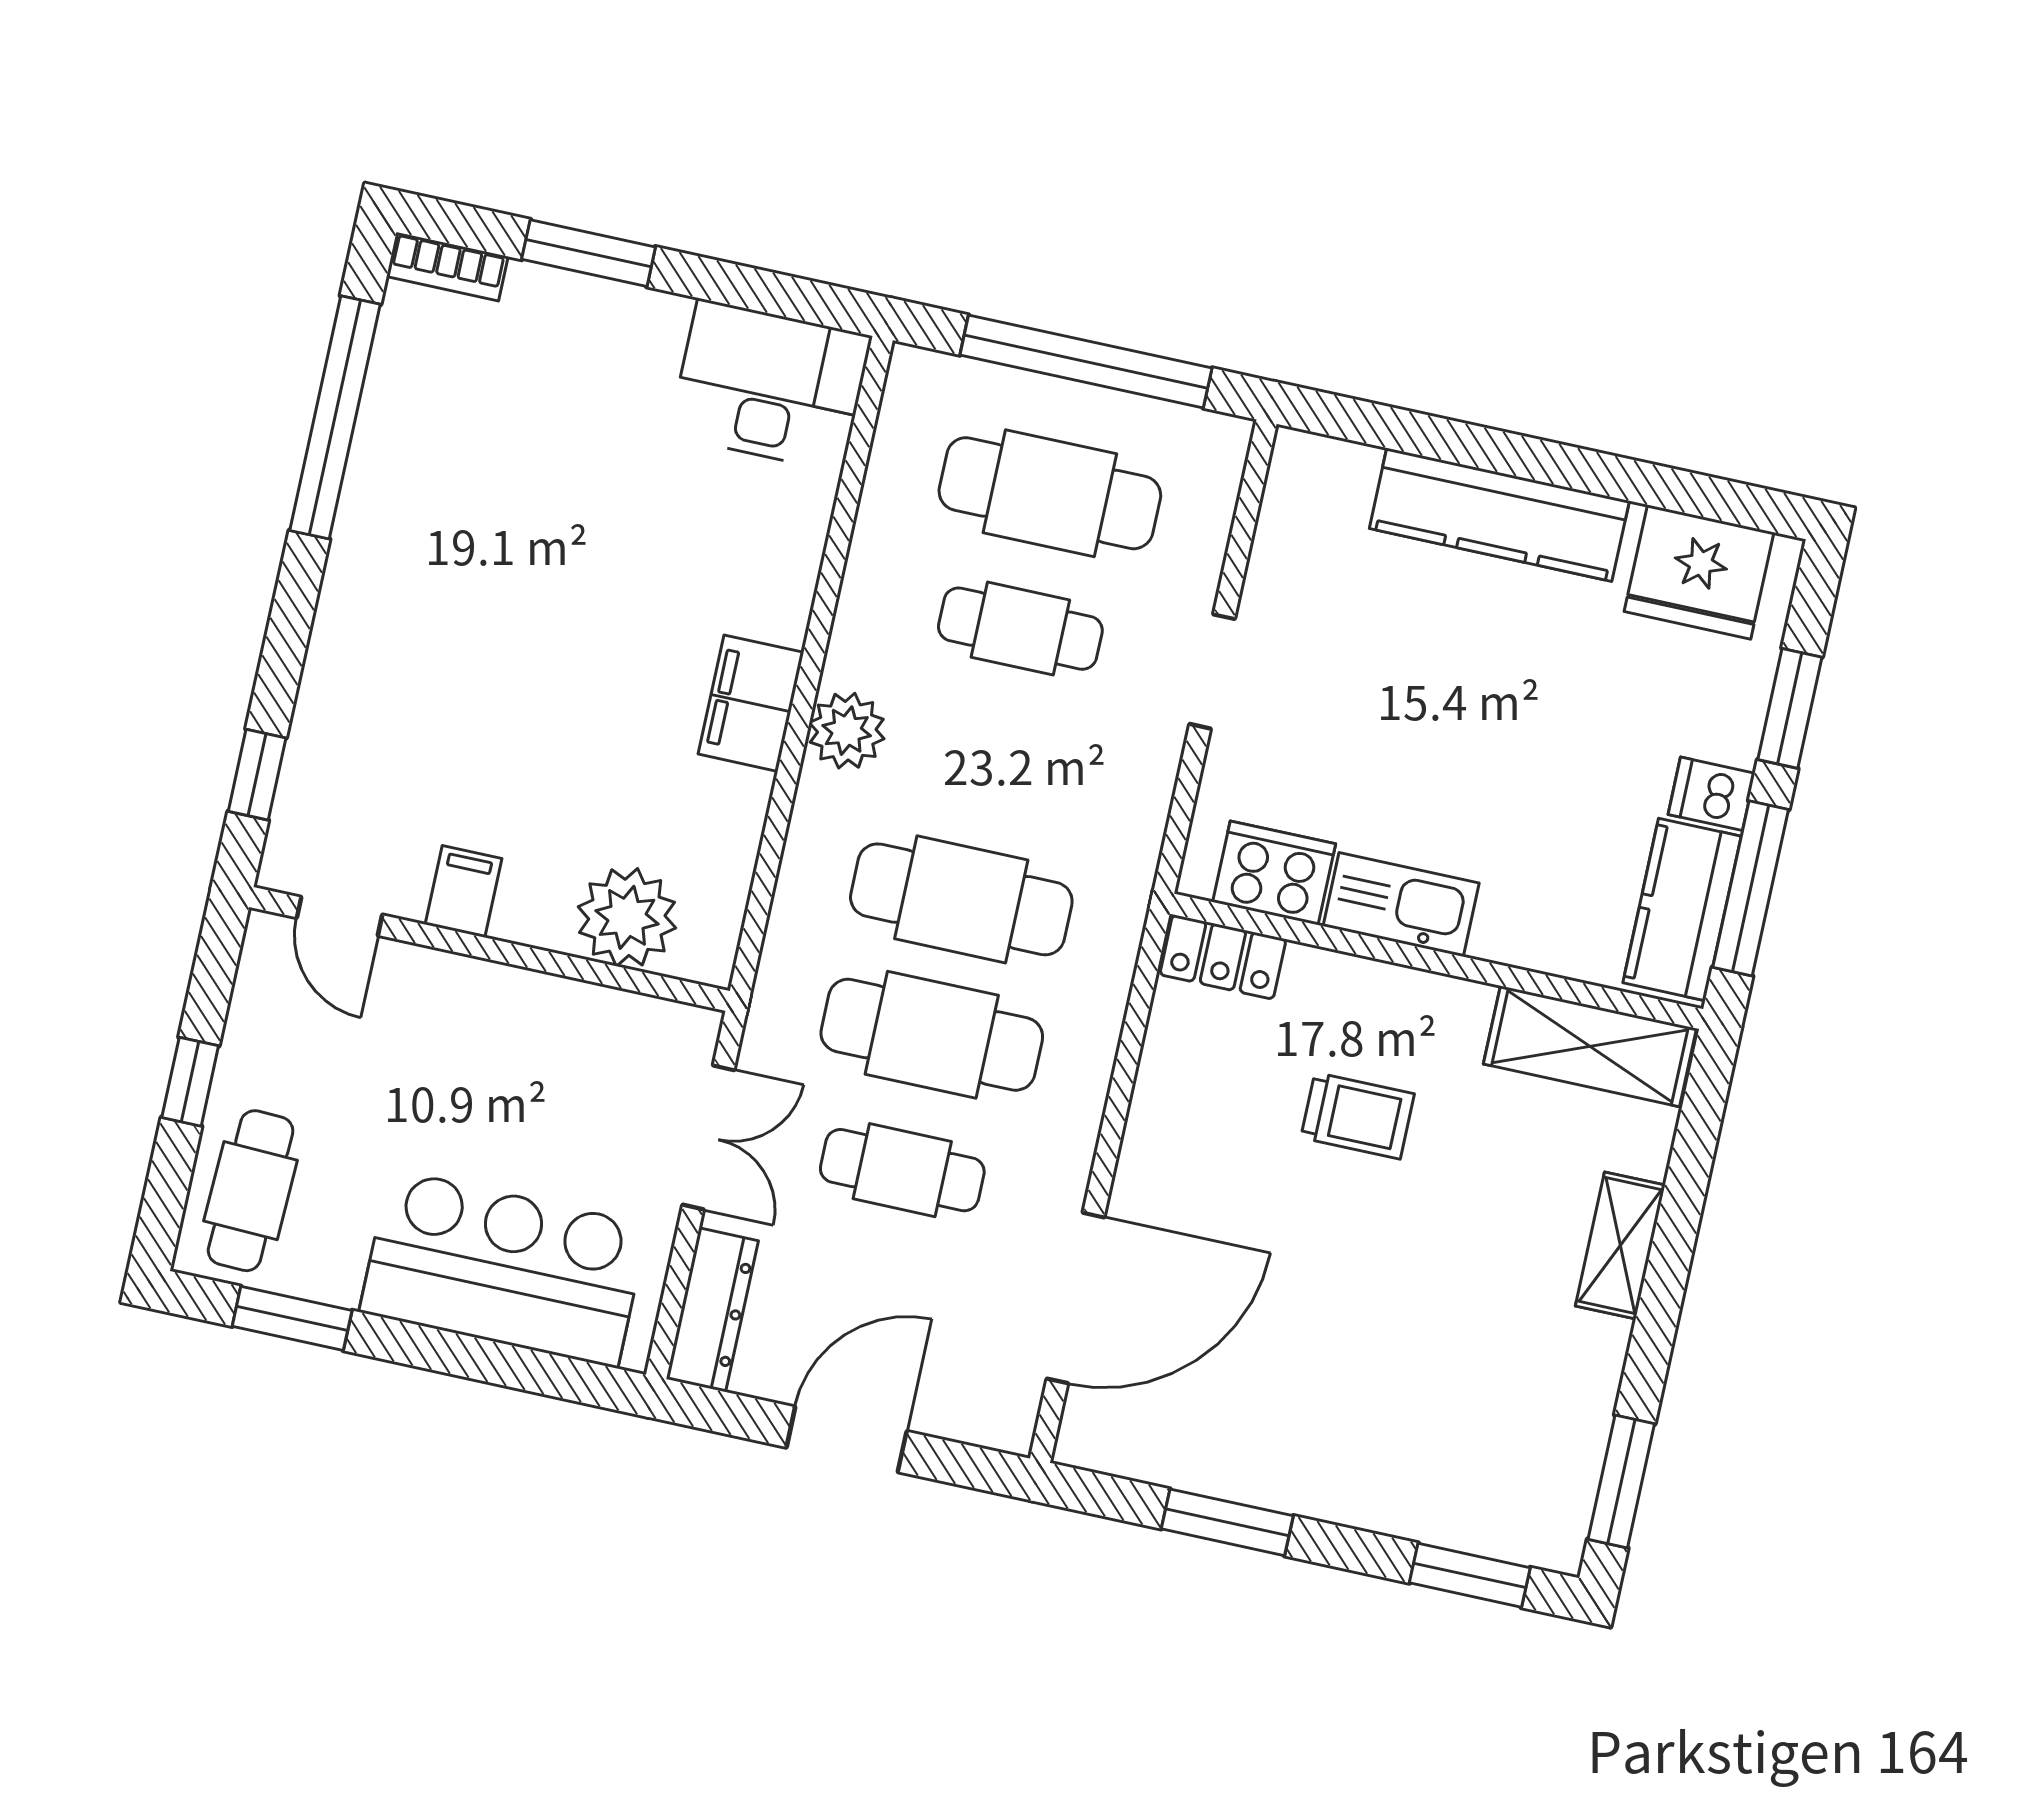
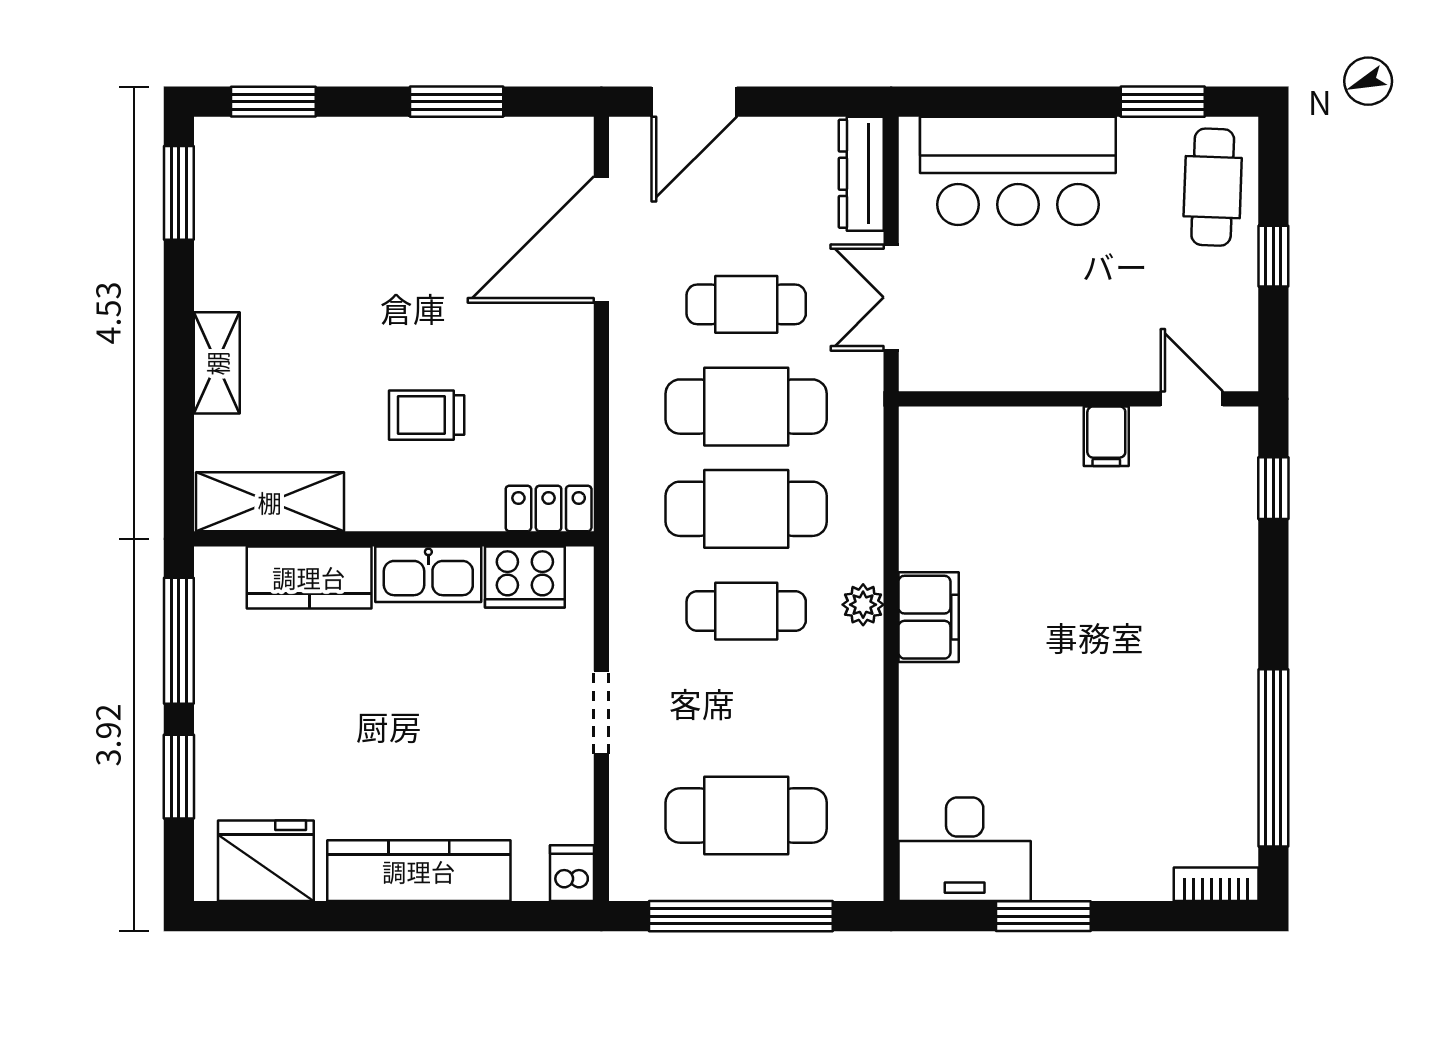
window: (589, 253) -> (1043, 916), moved
cafe table: (1020, 629) -> (746, 611), moved
plant: (847, 731) -> (863, 605), width x0.73, depth x0.73
dishwasher: (1711, 794) -> (572, 873), moved, turned -90
kitchen counter: (1682, 909) -> (309, 577), moved, turned 90
plant: (627, 917) -> (984, 443), removed
door: (847, 1439) -> (694, 102), moved

